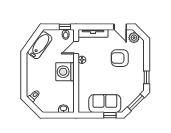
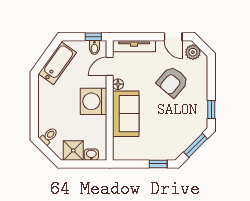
armchair: (120, 58) -> (172, 82), turned -50
sofa: (105, 103) -> (126, 114), moved, turned 90
shower: (51, 106) -> (73, 150), added

